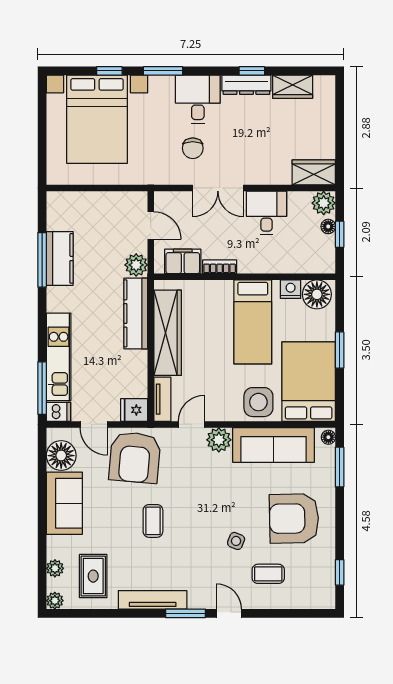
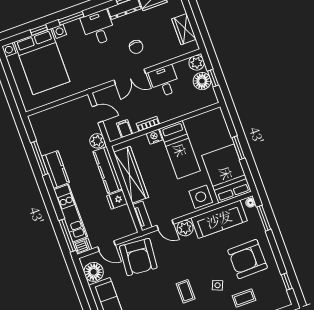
chair: (193, 148) -> (136, 47), moved
wardrobe: (314, 172) -> (184, 29), moved, turned -90
floor lamp: (328, 226) -> (202, 81), width x1.89, depth x1.89
kitchen counter: (60, 258) -> (56, 169), moved
filing cabinet: (183, 261) -> (125, 129), width x0.50
nightstand: (291, 289) -> (154, 137), moved
floor lamp: (317, 294) -> (212, 119), removed
fridge: (134, 410) -> (117, 200), moved
door: (191, 424) -> (165, 225), swing flipped
coffee table: (153, 521) -> (186, 291), moved

